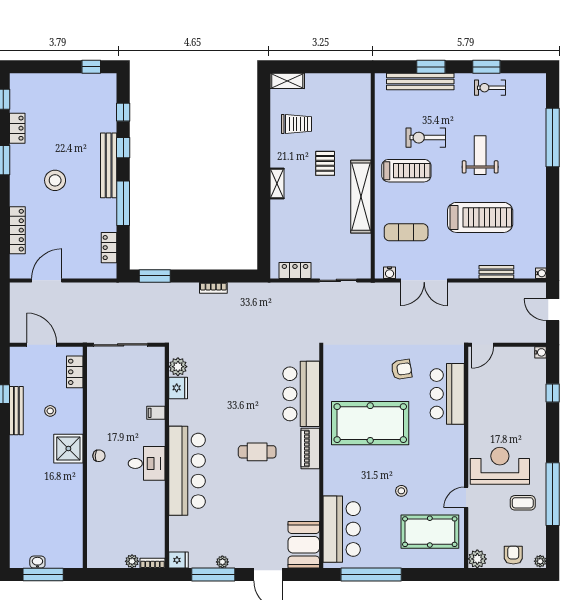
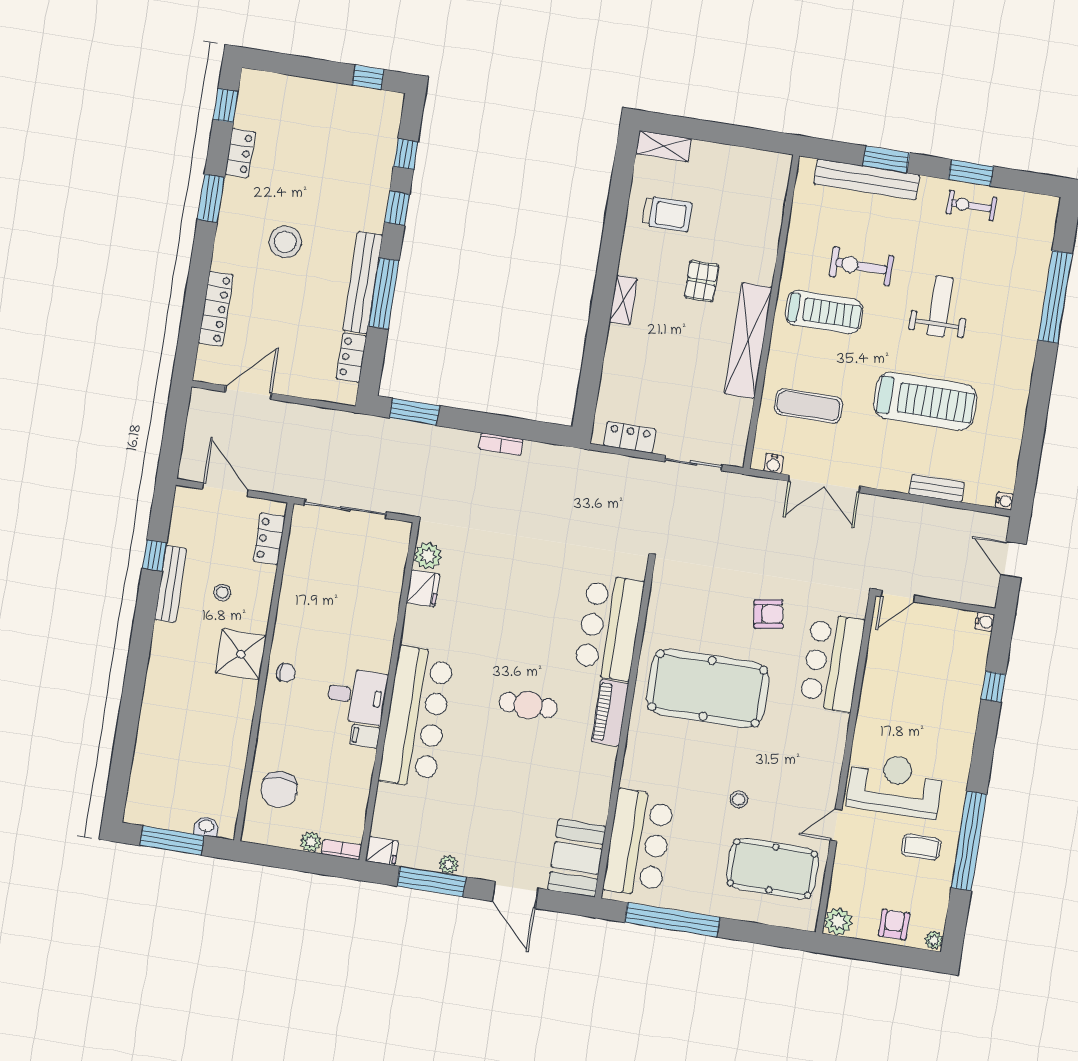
bench: (109, 165) -> (363, 283), moved
filing cabinet: (156, 413) -> (365, 736), moved
chair: (107, 531) -> (279, 790), added
washbasin: (37, 562) -> (206, 826), moved

